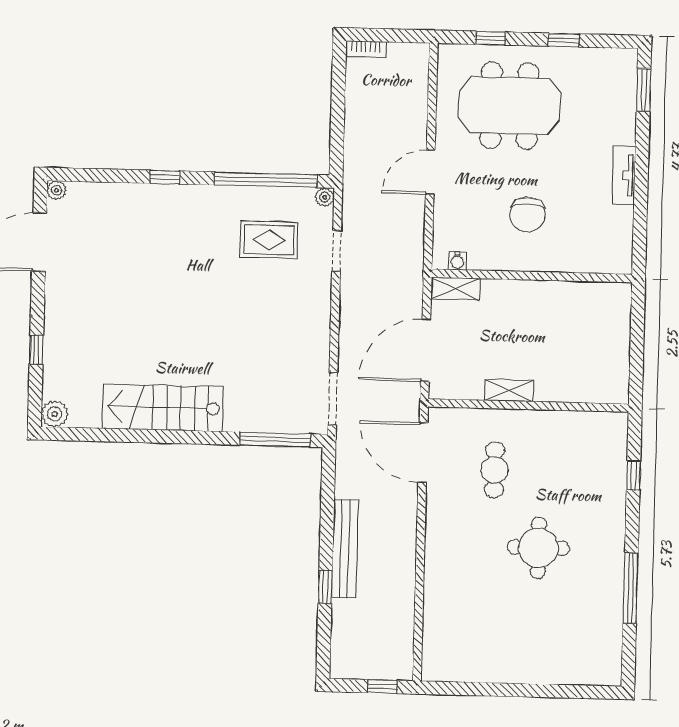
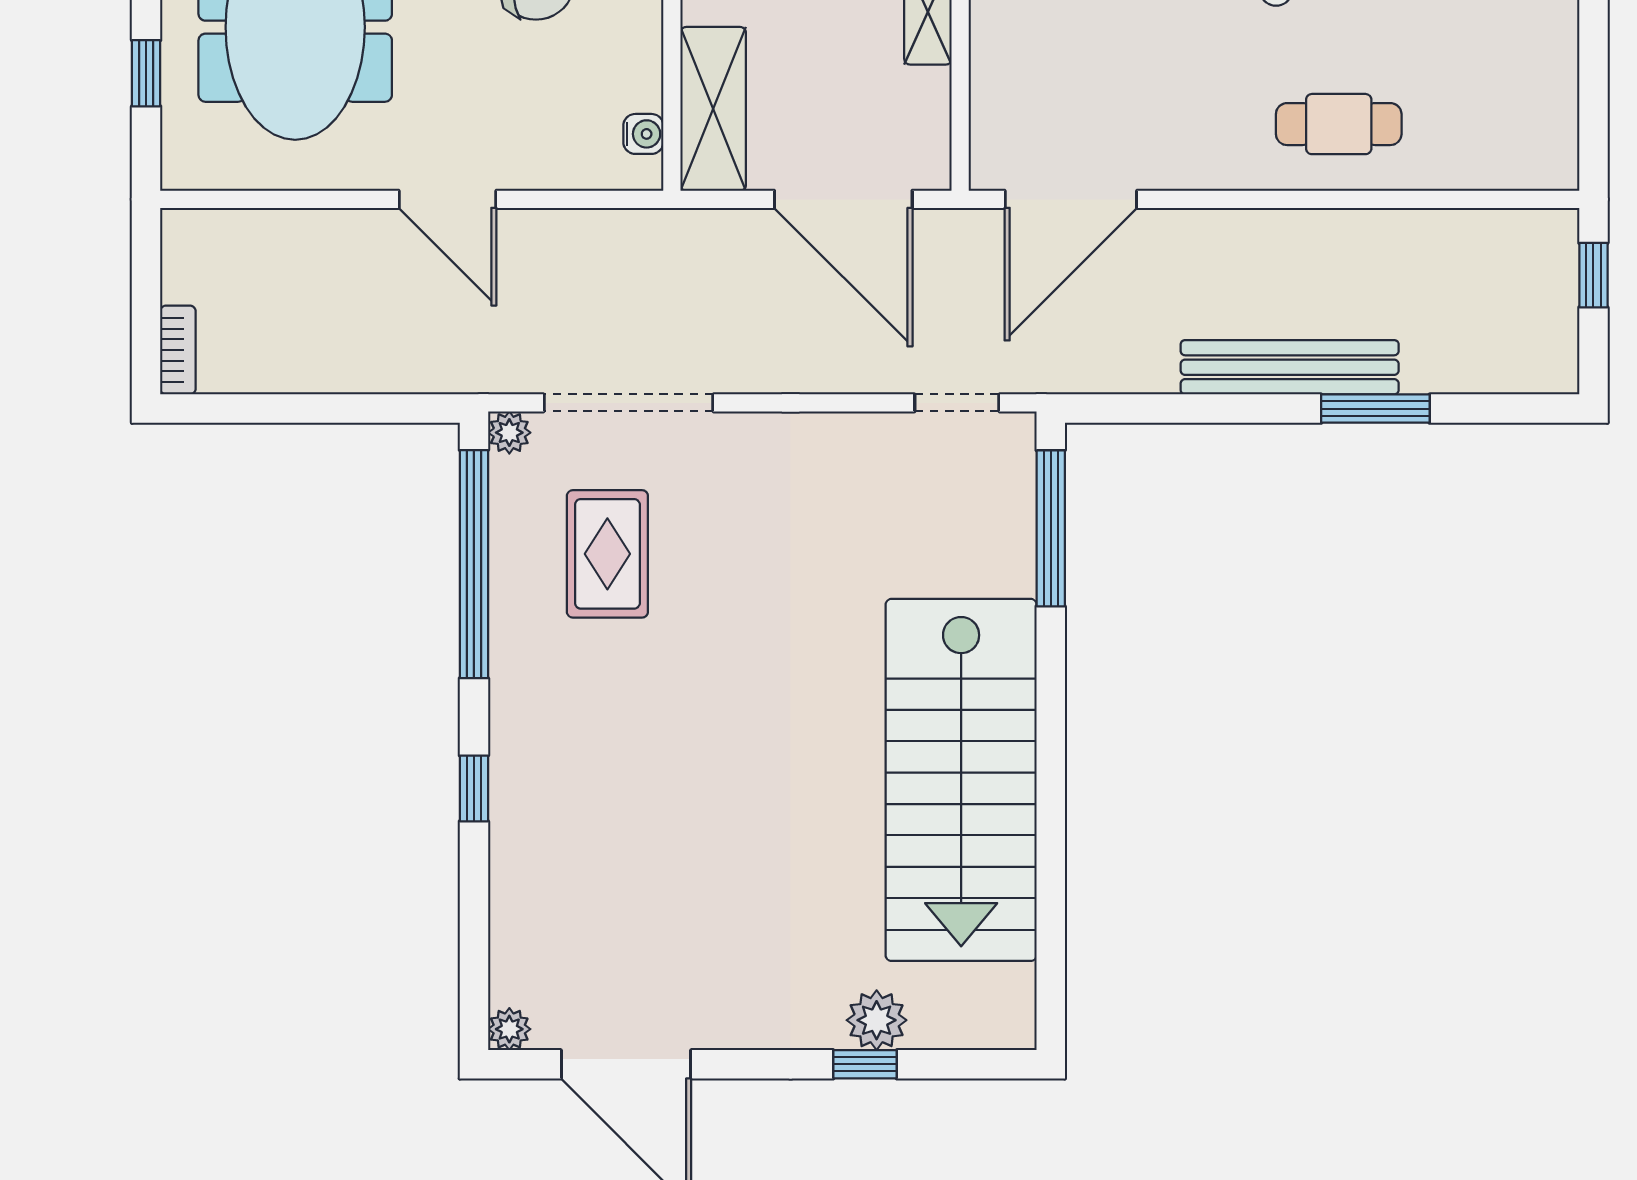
doorway: (337, 251) -> (629, 403), width x1.87
shelving: (456, 289) -> (713, 109), width x1.50, depth x1.33
doorway: (333, 399) -> (957, 403), width x0.73
stairs: (163, 408) -> (961, 780), width x1.36, depth x1.51
plant: (55, 414) -> (877, 1020), moved
cafe table: (495, 470) -> (1339, 124), moved
window: (325, 587) -> (1375, 409), width x1.50

